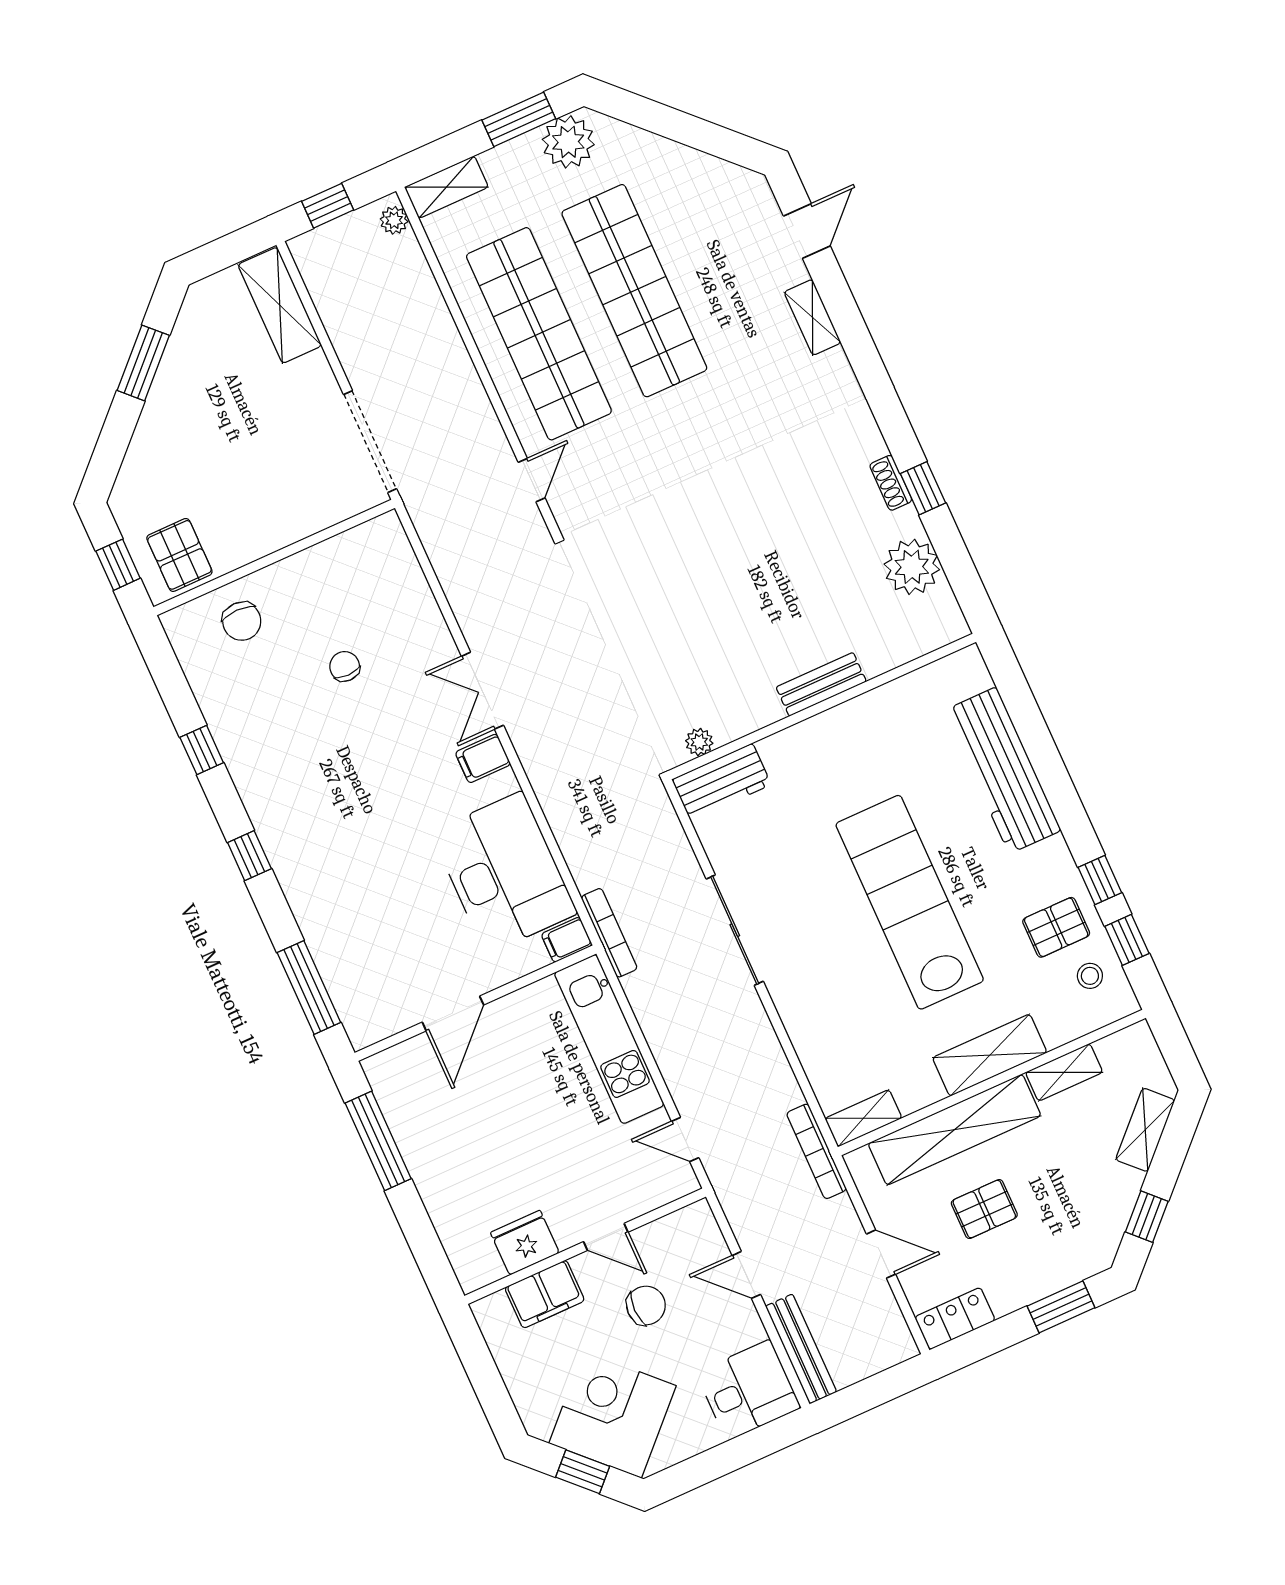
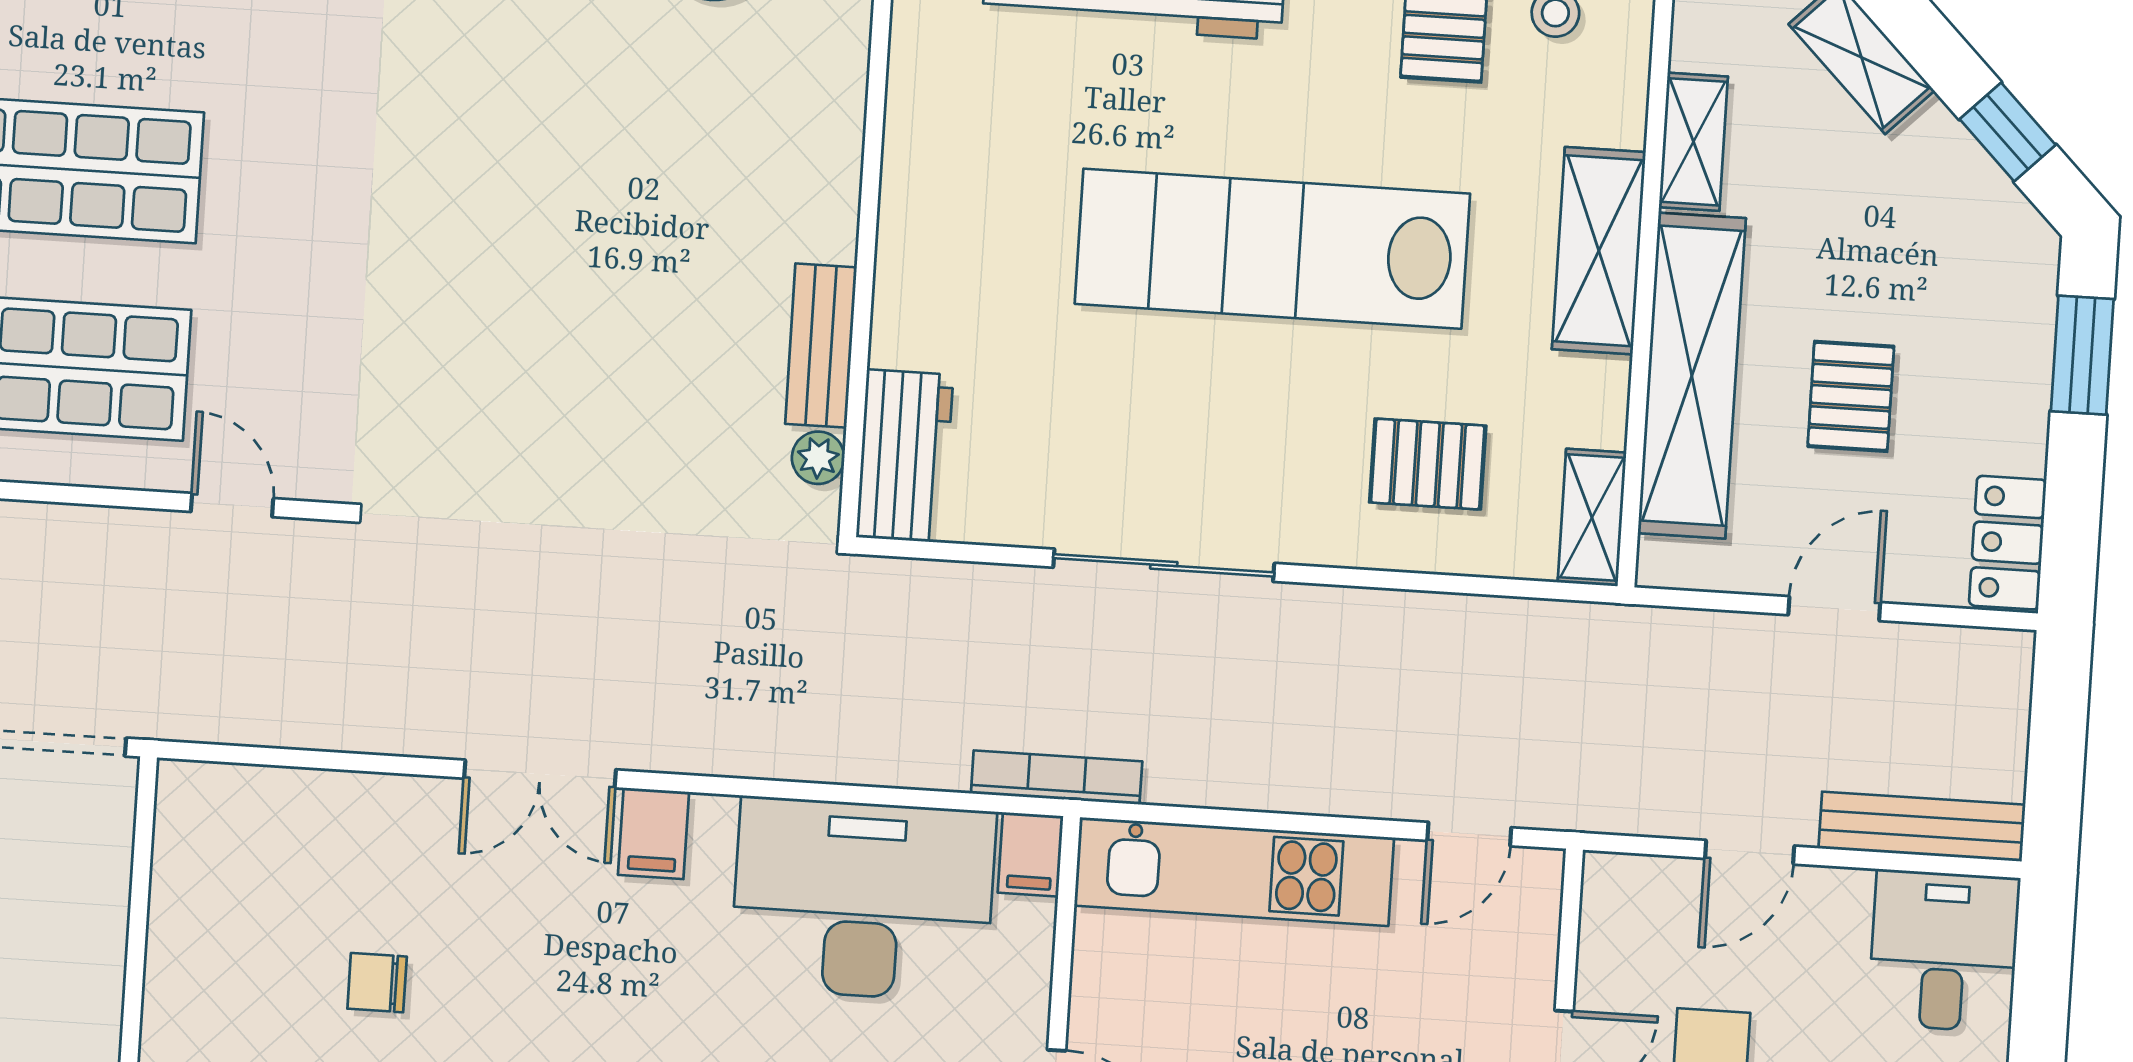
bench: (821, 684) -> (821, 346), moved
pallet: (848, 1028) -> (1428, 464), added
bookcase: (817, 1151) -> (1606, 625), removed

